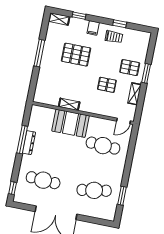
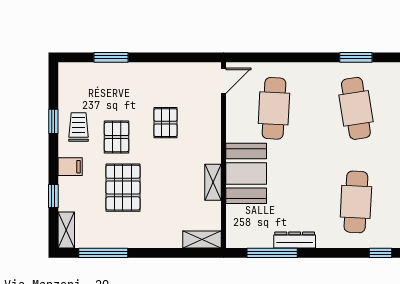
window: (39, 53) -> (103, 253), moved
pallet: (130, 68) -> (117, 137), moved
window: (146, 73) -> (111, 57), moved
shelving: (135, 94) -> (202, 240), moved
door: (123, 121) -> (223, 81), hinge flipped
window: (22, 140) -> (272, 253), moved

